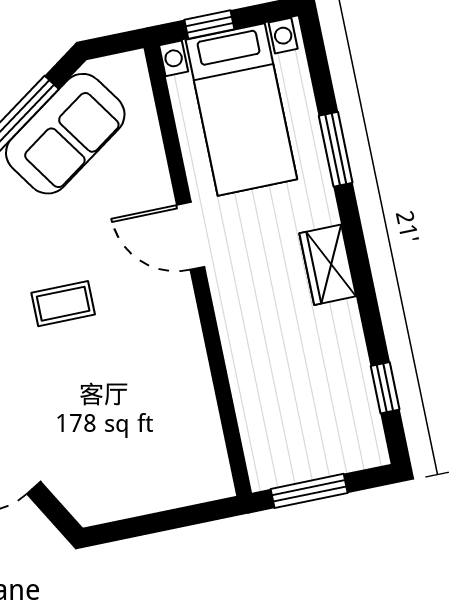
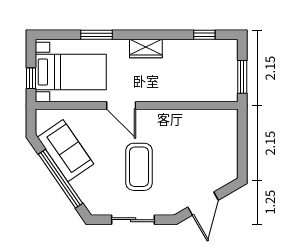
door: (191, 236) -> (121, 105), hinge flipped
coffee table: (63, 304) -> (139, 167), width x1.86, depth x1.72

